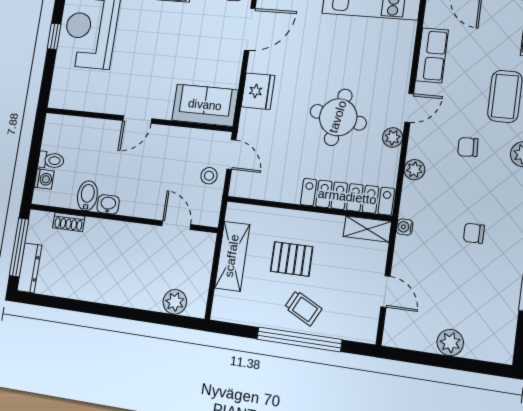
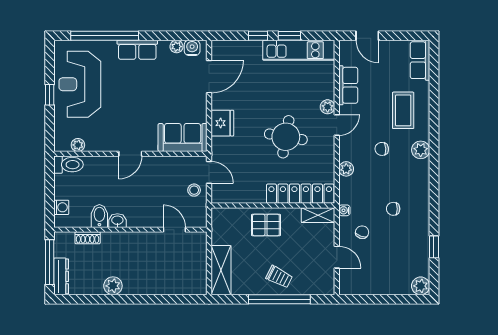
plant: (77, 102) -> (78, 145), added
plant: (393, 137) -> (328, 107), moved
toilet: (51, 160) -> (69, 165), moved, width x1.37, depth x1.39
shelving: (232, 256) -> (221, 270), moved
pallet: (292, 259) -> (266, 225), moved
chair: (425, 261) -> (362, 232), added
plant: (175, 302) -> (113, 286), moved
plant: (450, 343) -> (421, 286), moved

